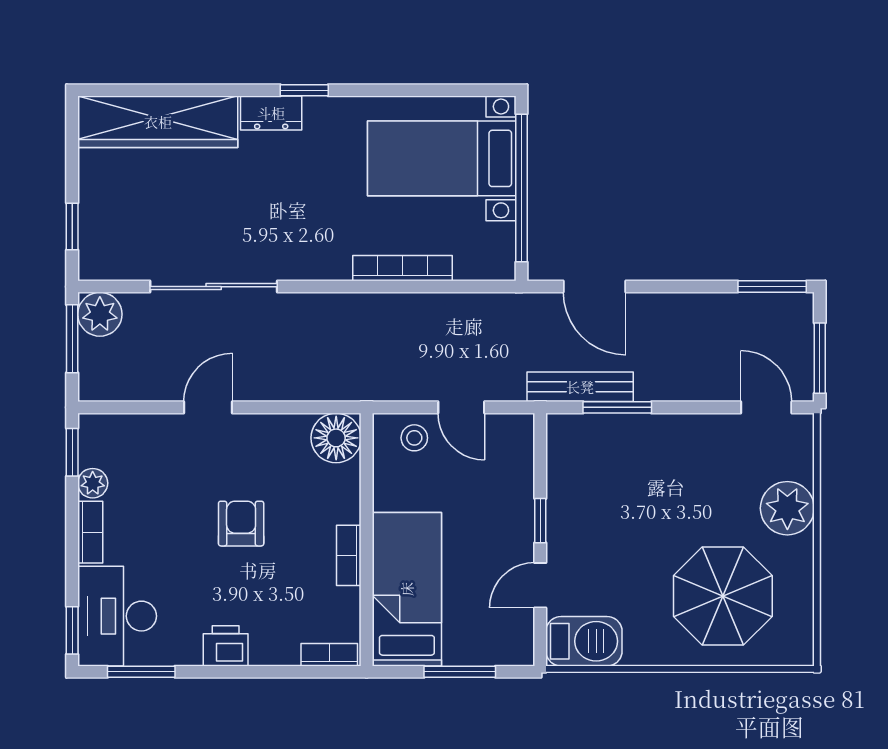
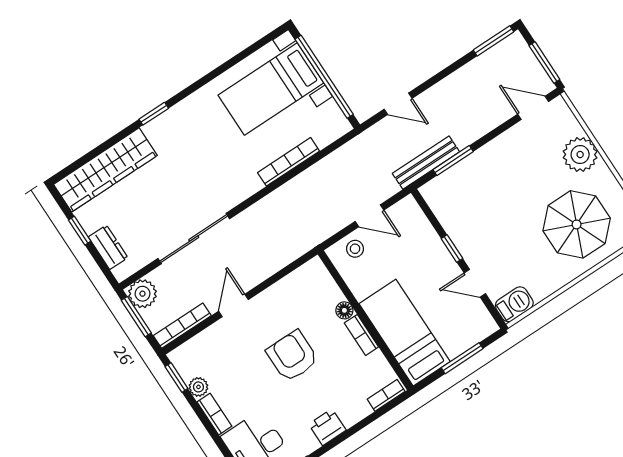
window: (304, 90) -> (154, 114), moved
dresser: (271, 113) -> (108, 247), moved, turned -90
window: (72, 227) -> (80, 231), moved
door: (594, 287) -> (398, 104), width x0.73
bookcase: (124, 390) -> (182, 326), added
floor lamp: (336, 438) -> (344, 310), moved, width x0.53, depth x0.53
armchair: (241, 524) -> (292, 356), width x1.38, depth x1.38
door: (540, 585) -> (475, 283), hinge flipped
barbecue: (584, 641) -> (514, 304), width x0.73, depth x0.79

